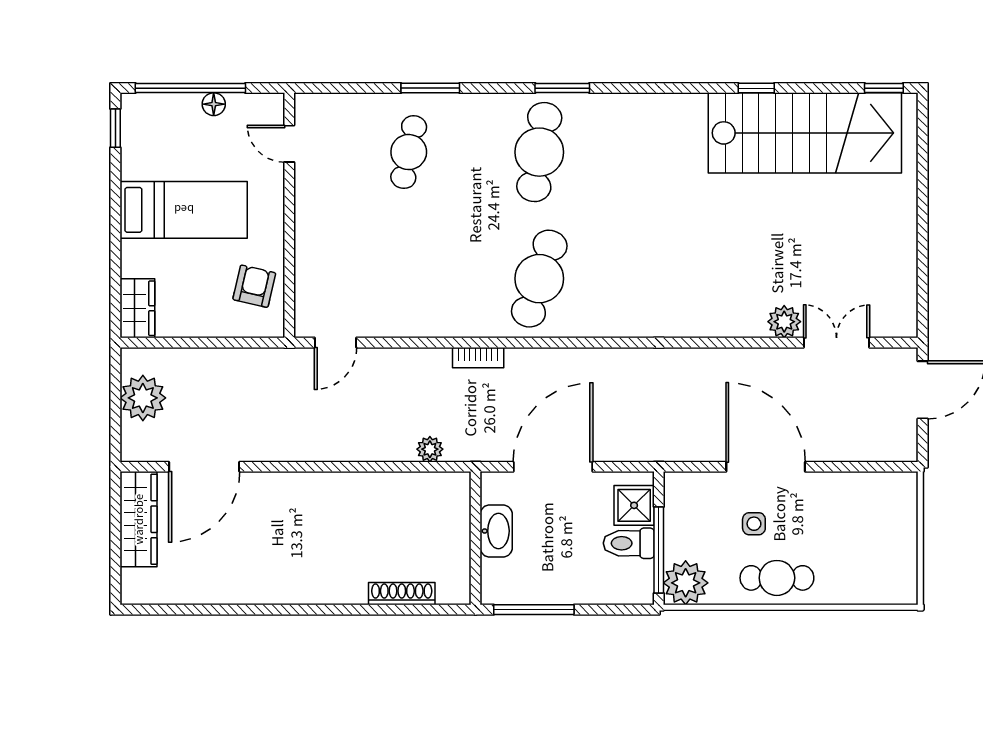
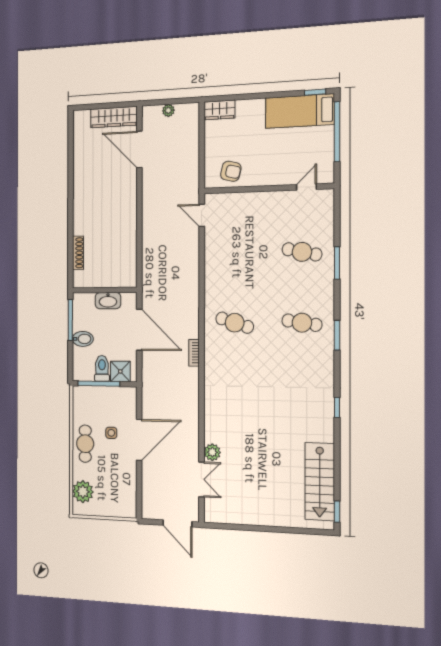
window: (756, 88) -> (337, 407), moved
floor lamp: (214, 104) -> (328, 145), removed
stairs: (805, 133) -> (320, 482), width x0.73, depth x0.66
cafe table: (539, 152) -> (302, 323), width x0.73, depth x0.74
bed: (184, 210) -> (300, 111), moved, turned 90
cafe table: (539, 279) -> (235, 323), width x0.73, depth x0.74
bookcase: (478, 358) -> (194, 353), moved
plant: (143, 398) -> (168, 110), width x0.53, depth x0.53
plant: (430, 449) -> (148, 266), removed
bidet: (571, 583) -> (83, 339), added
plant: (686, 583) -> (83, 492), moved

